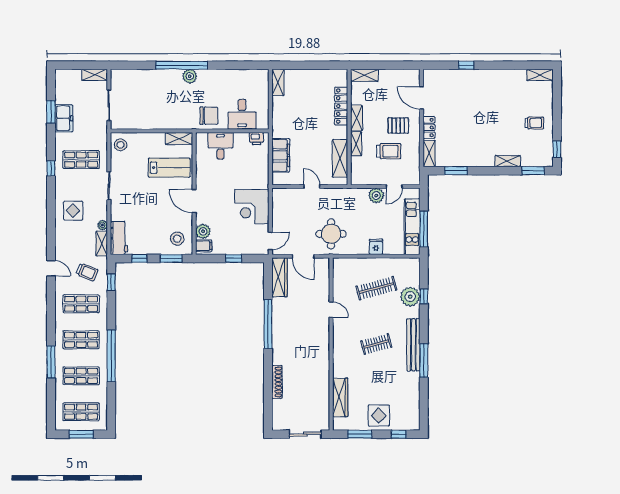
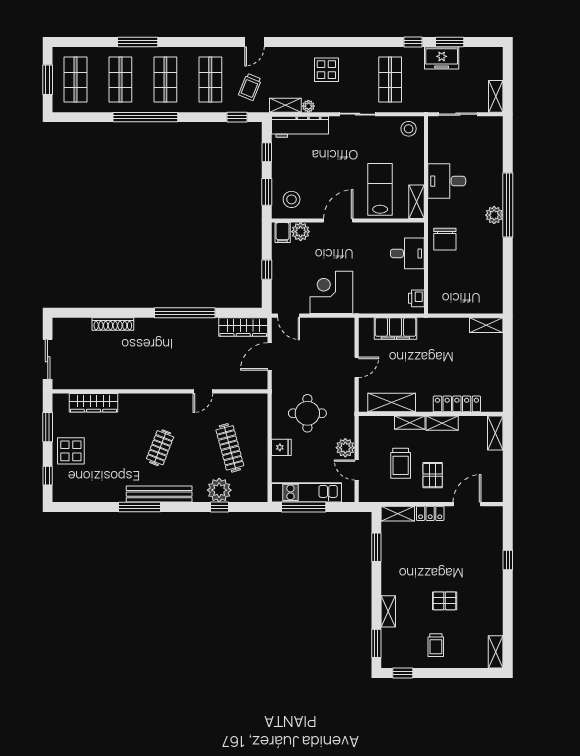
desk: (242, 114) -> (447, 181), moved
pallet: (499, 116) -> (445, 601), added
window: (51, 168) -> (413, 42), moved
lab bench: (169, 168) -> (380, 189), turned 180
round table: (331, 234) -> (307, 413), moved
workbench: (119, 238) -> (300, 127), width x1.38
clothes rail: (376, 344) -> (160, 448), turned 36

